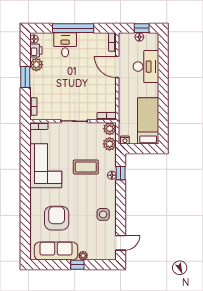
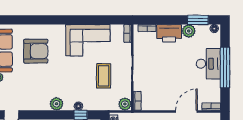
desk: (65, 45) -> (208, 64), width x1.37
printer: (36, 51) -> (169, 33), moved, width x1.87, depth x1.48
window: (25, 77) -> (198, 20), moved
plant: (110, 144) -> (56, 104), moved
coffee table: (86, 167) -> (104, 76), moved
side table: (103, 214) -> (39, 97), removed

